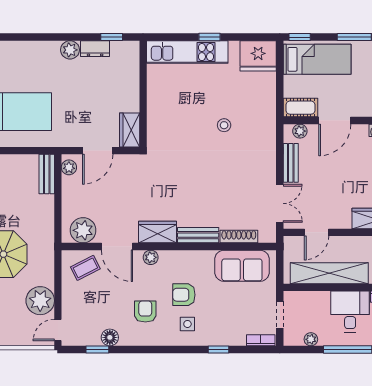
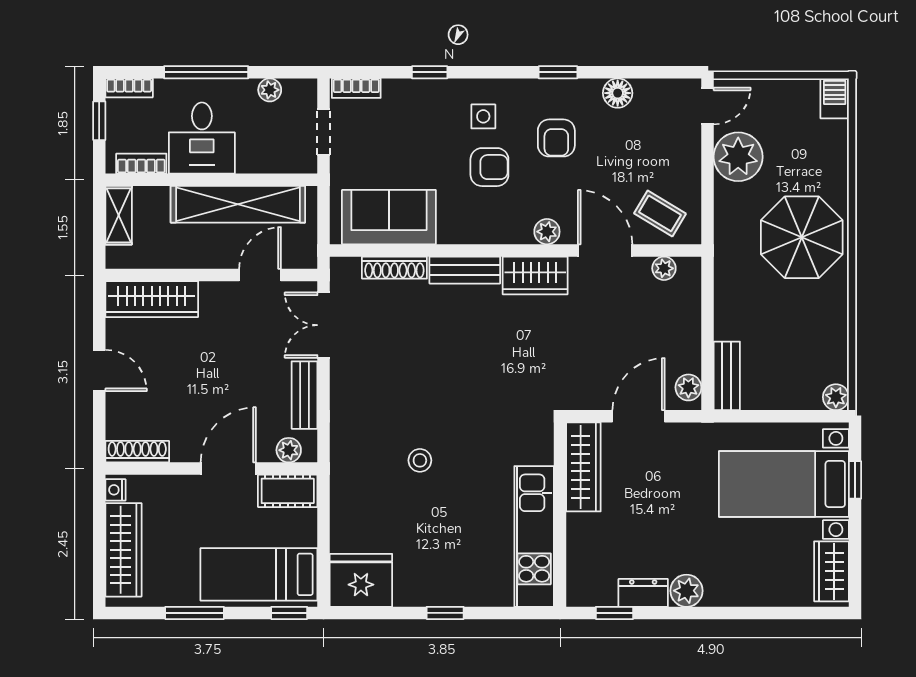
kitchen unit: (187, 52) -> (534, 536), moved, turned -90
wardrobe: (130, 130) -> (583, 467), width x1.50
plant: (83, 230) -> (664, 268), width x0.53, depth x0.53
coffee table: (85, 268) -> (660, 213), turned 58
window: (97, 349) -> (558, 72), moved

